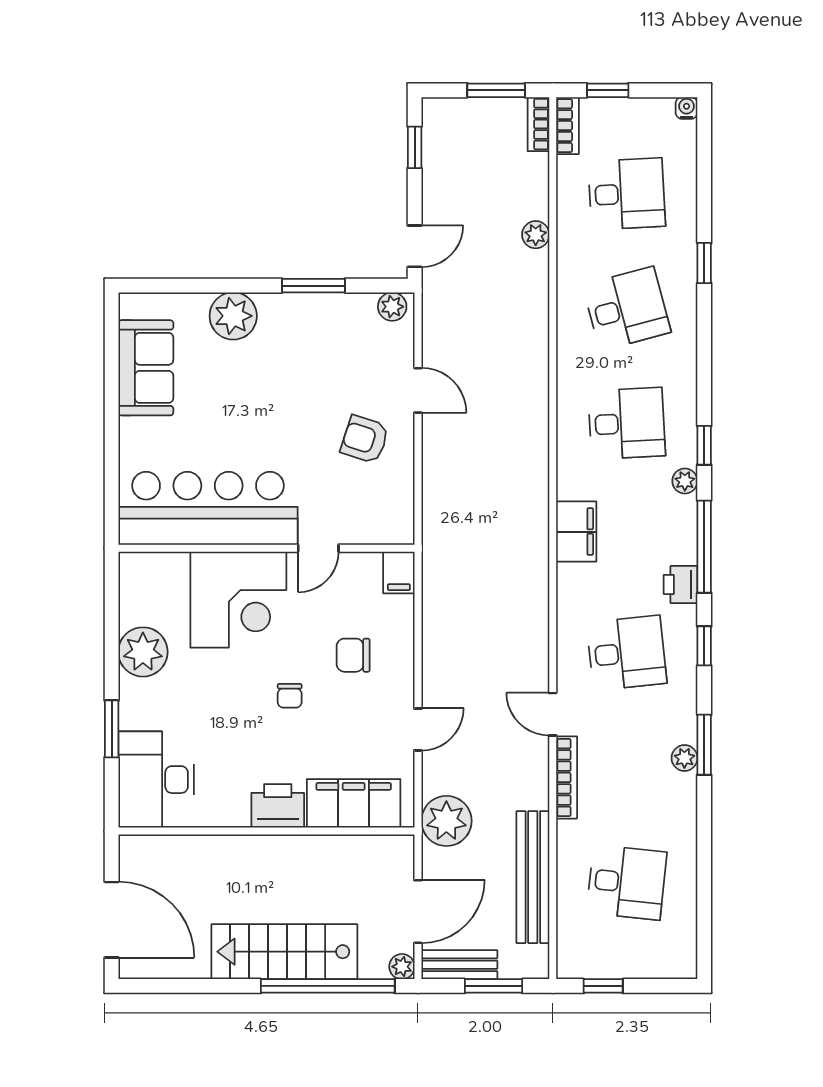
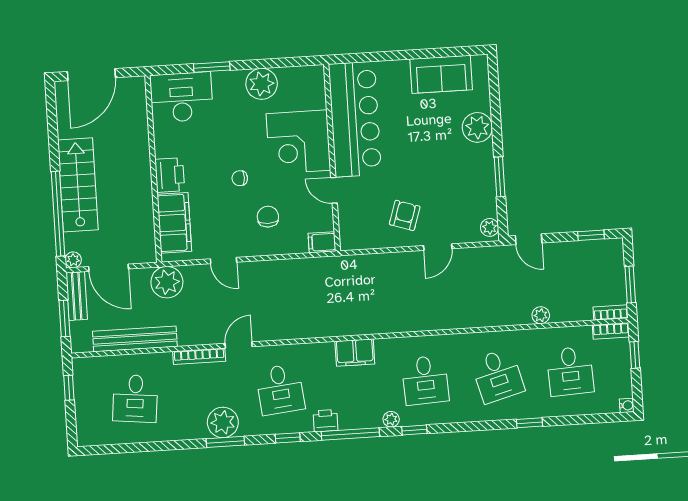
plant: (684, 758) -> (223, 422), width x1.88, depth x1.88

